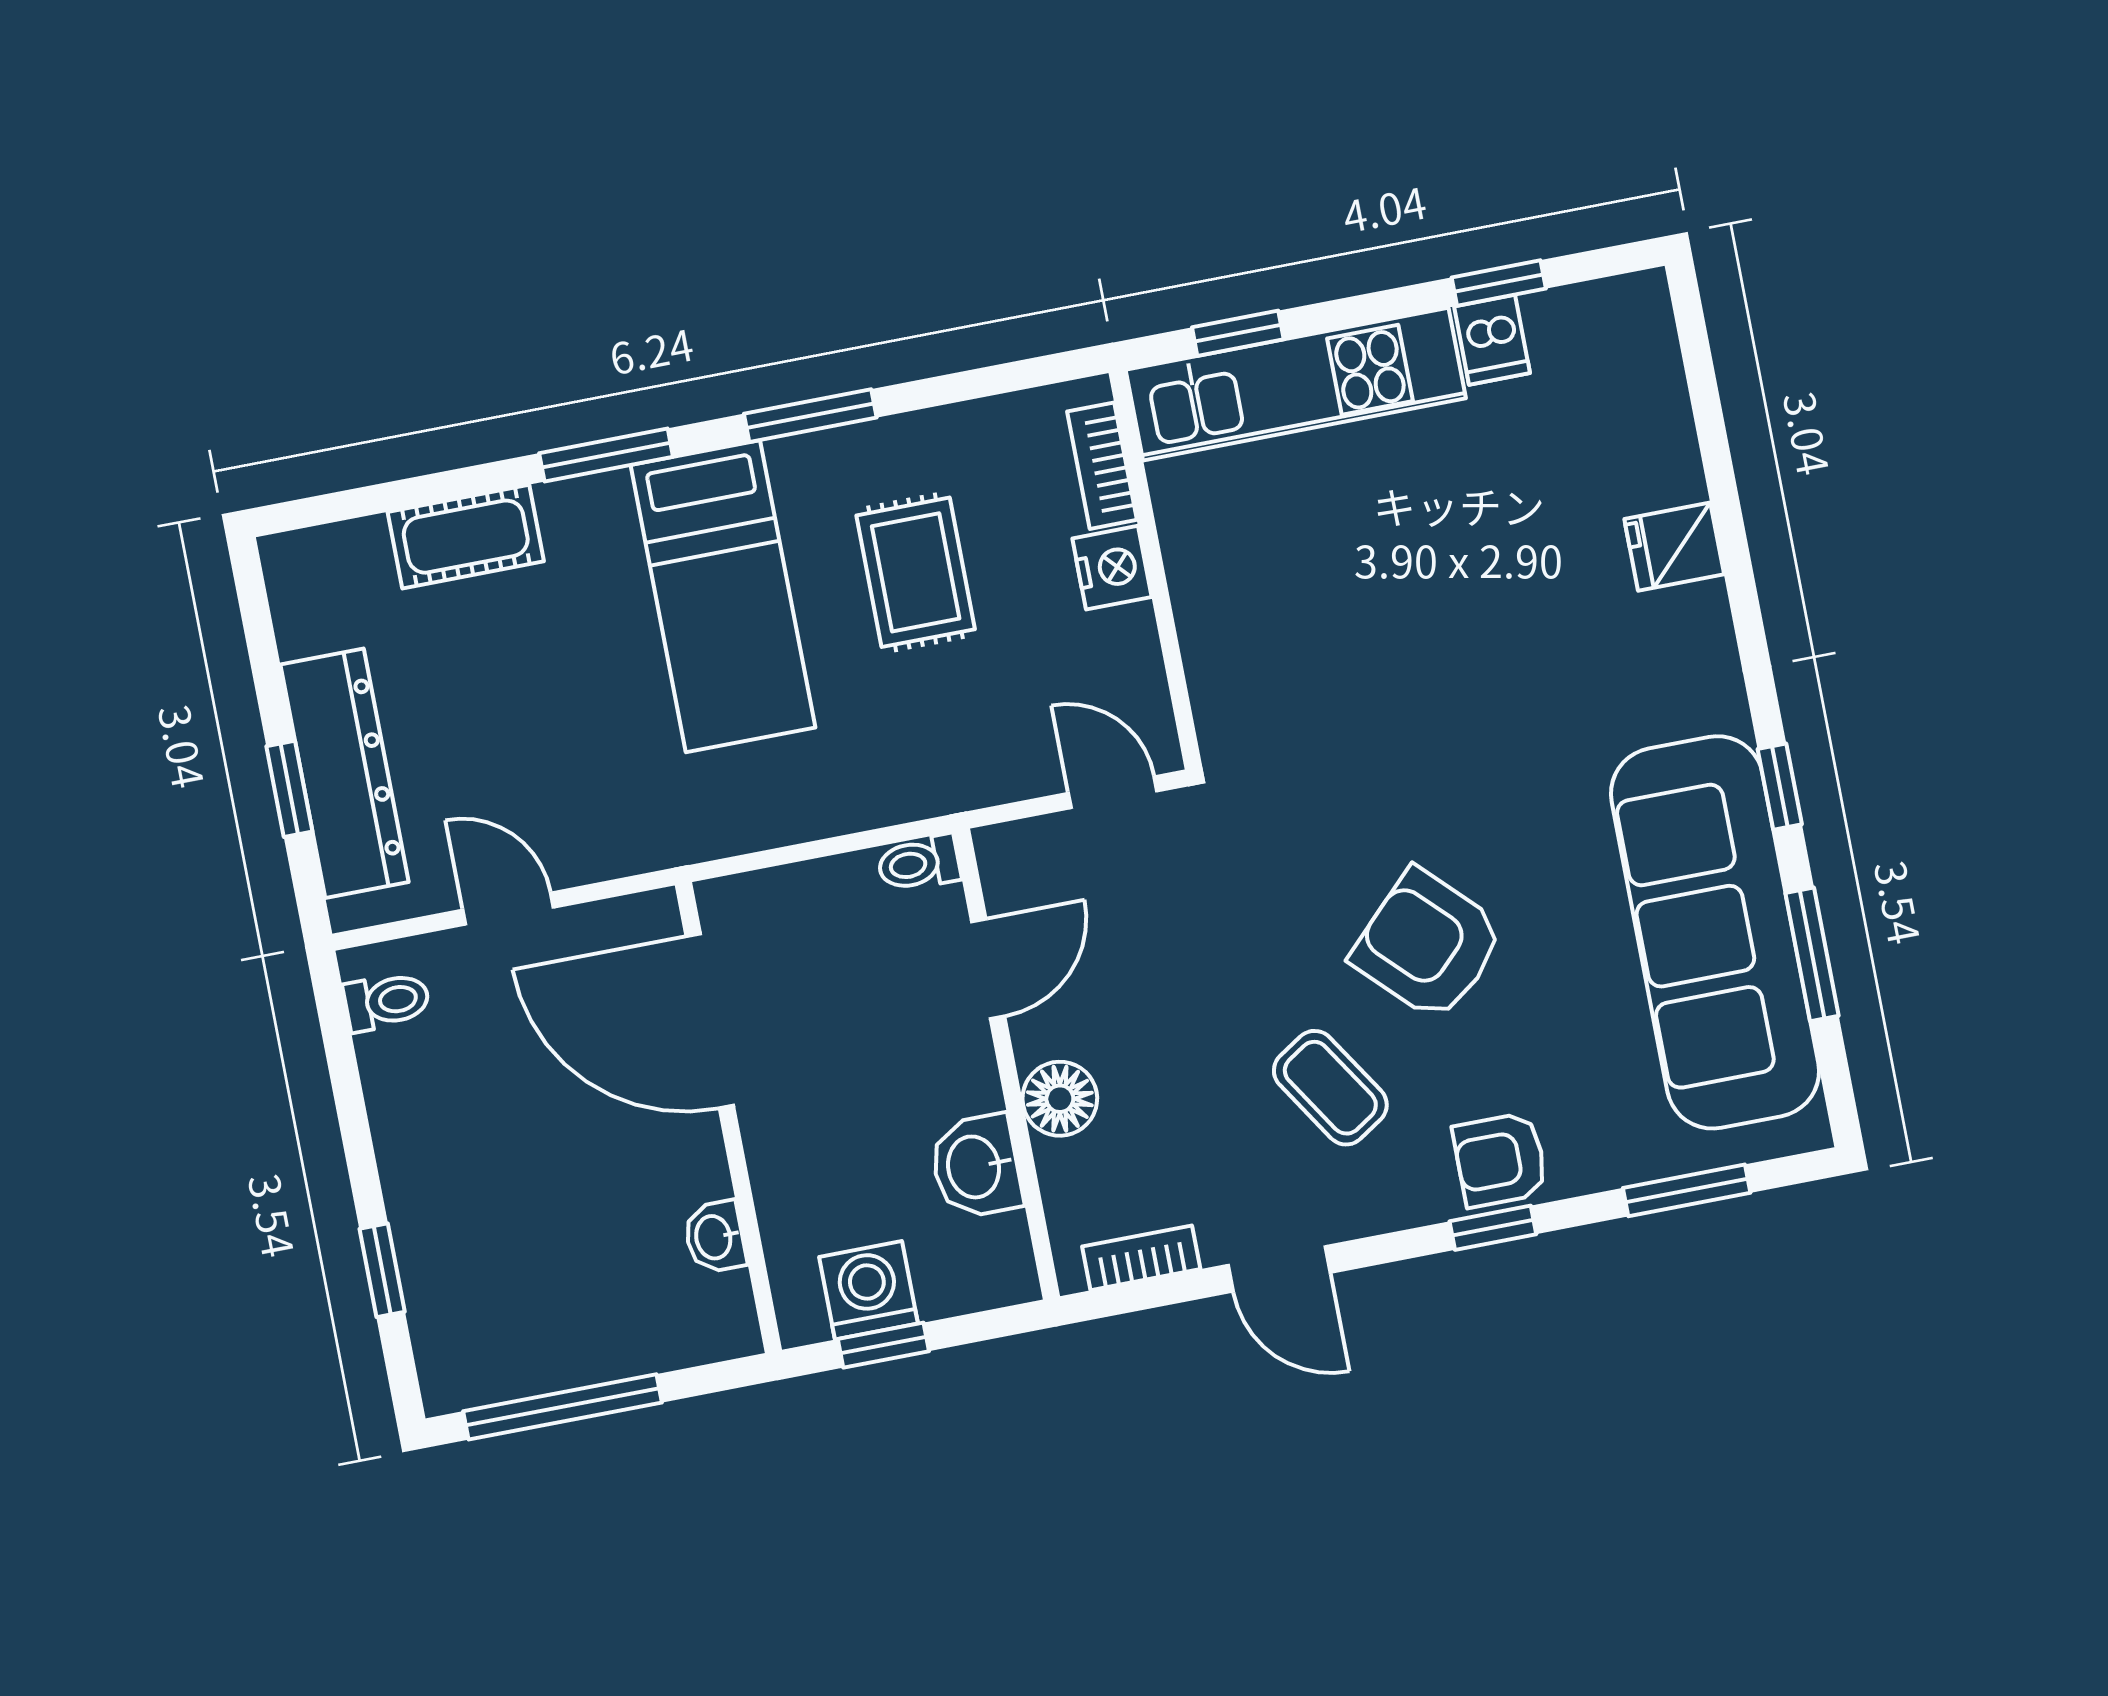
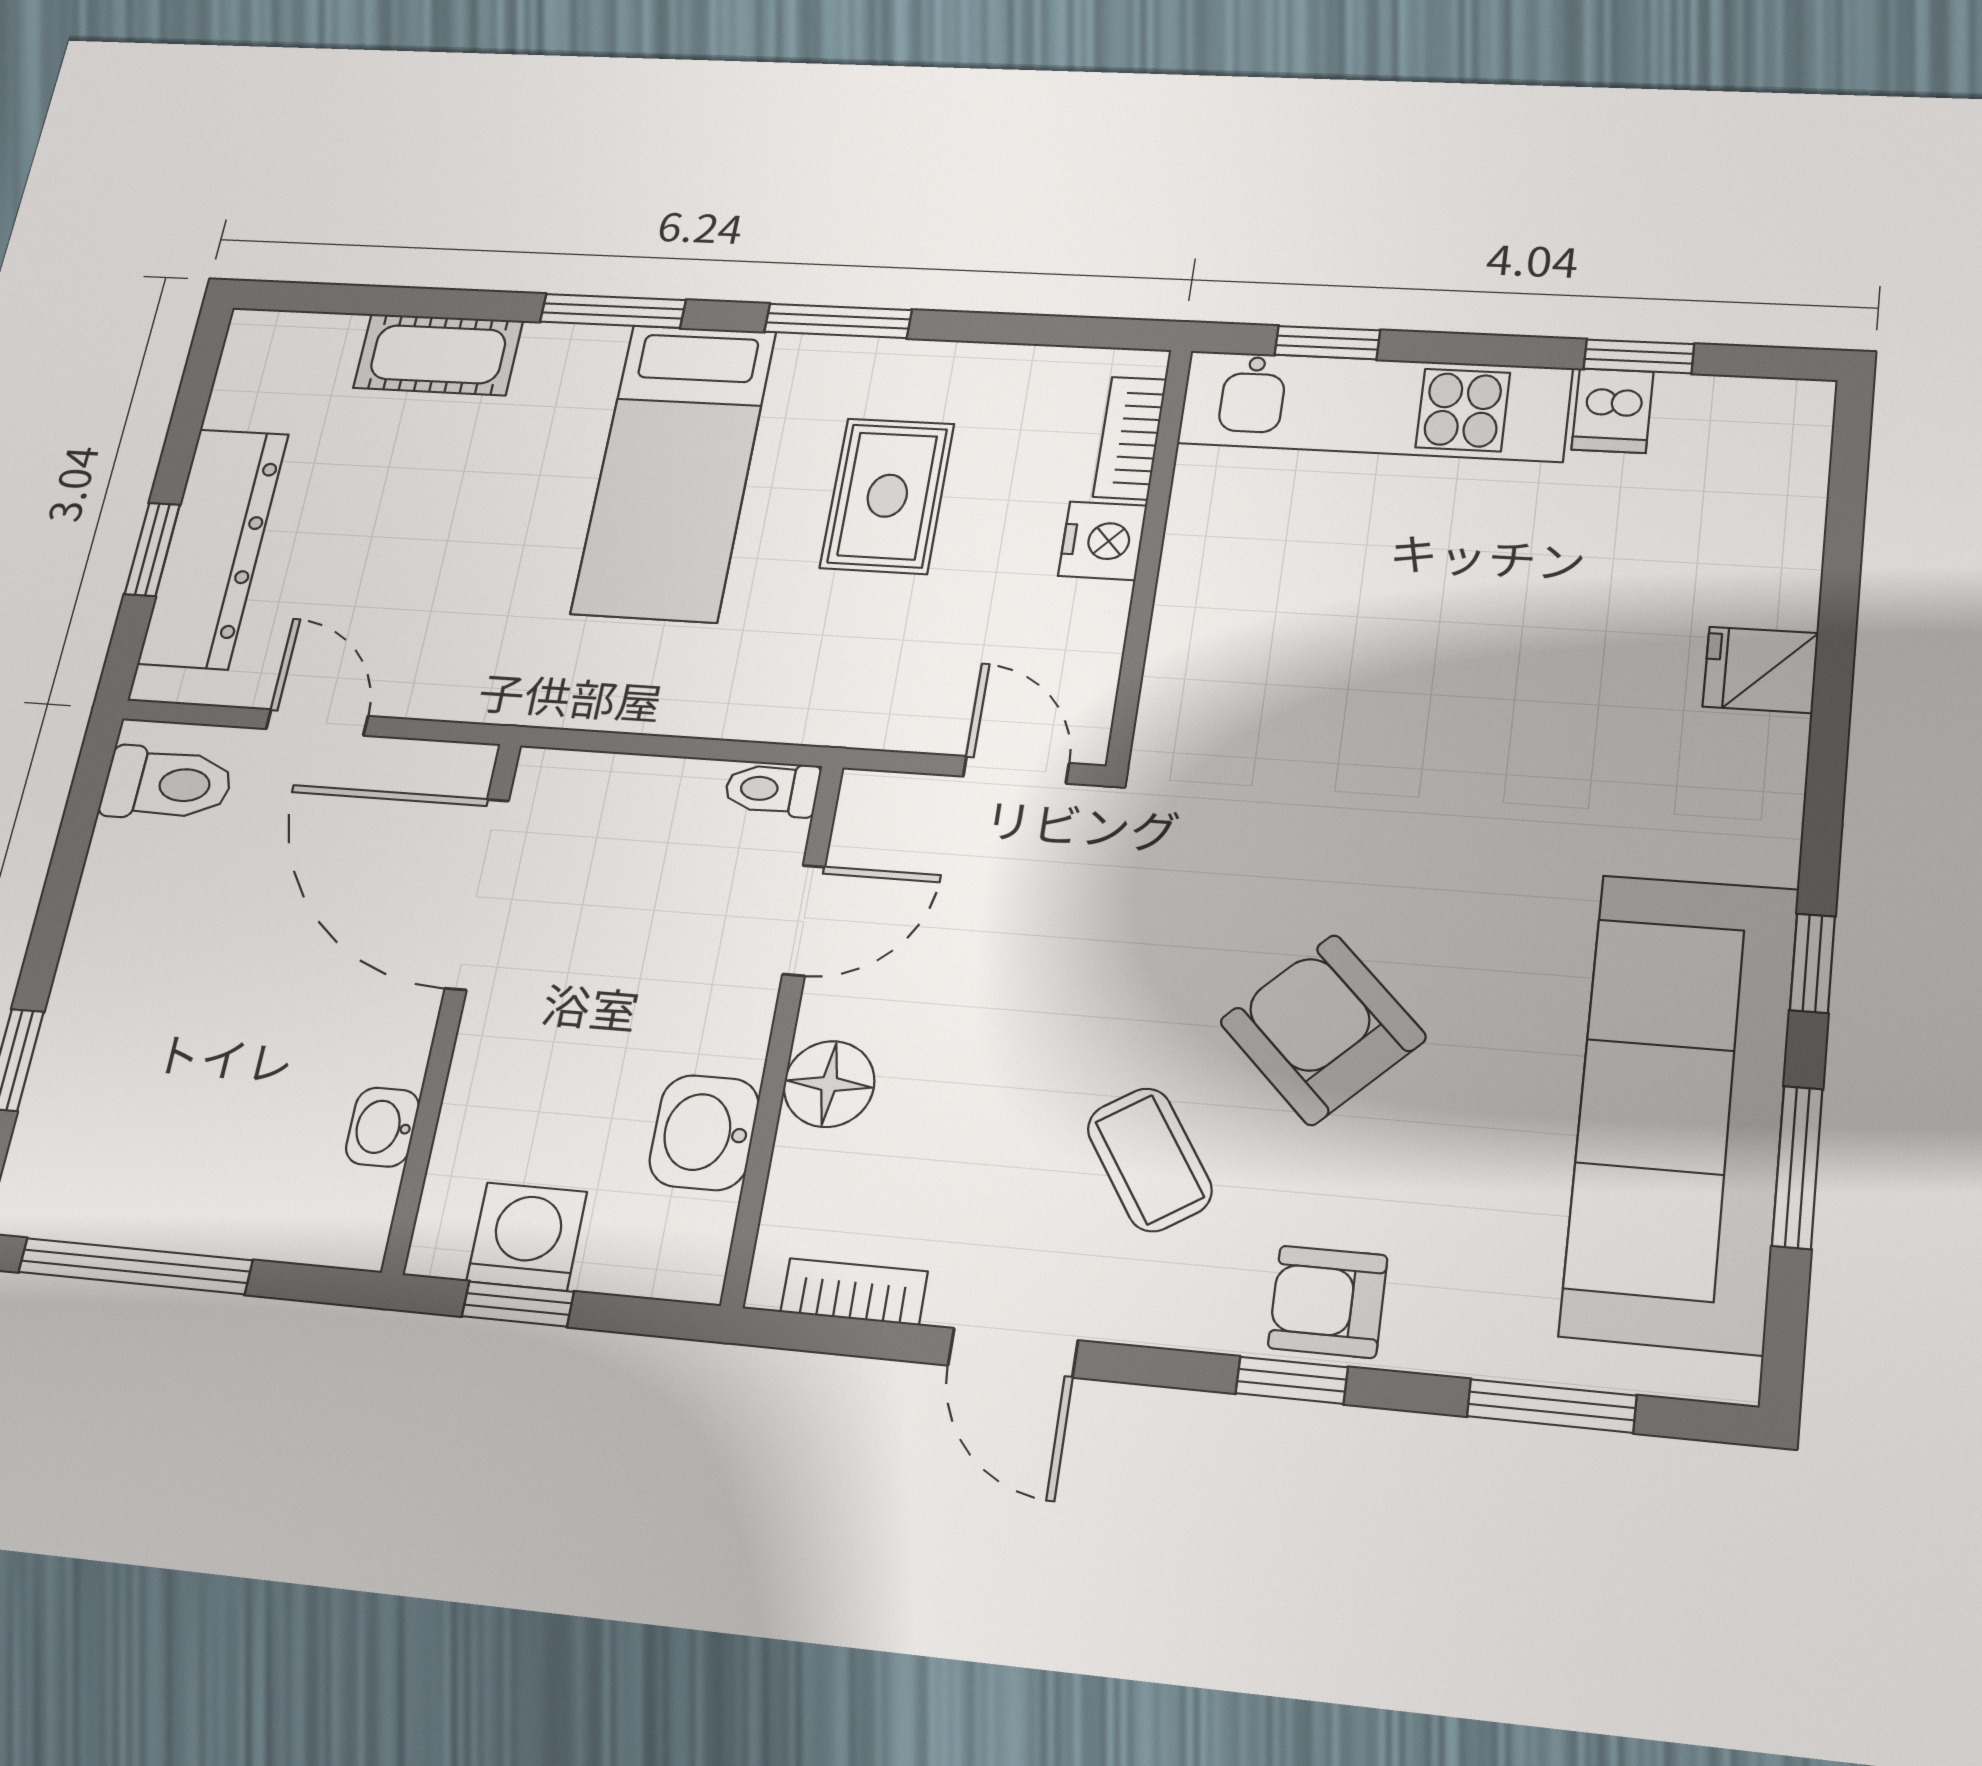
toilet: (387, 1001) -> (167, 784), width x1.37, depth x1.39

